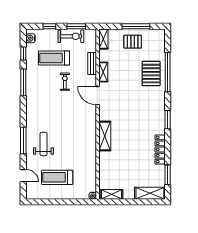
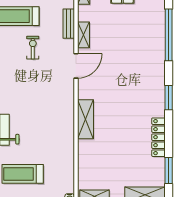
pallet: (151, 74) -> (147, 37), removed
door: (98, 96) -> (76, 66), swing flipped

